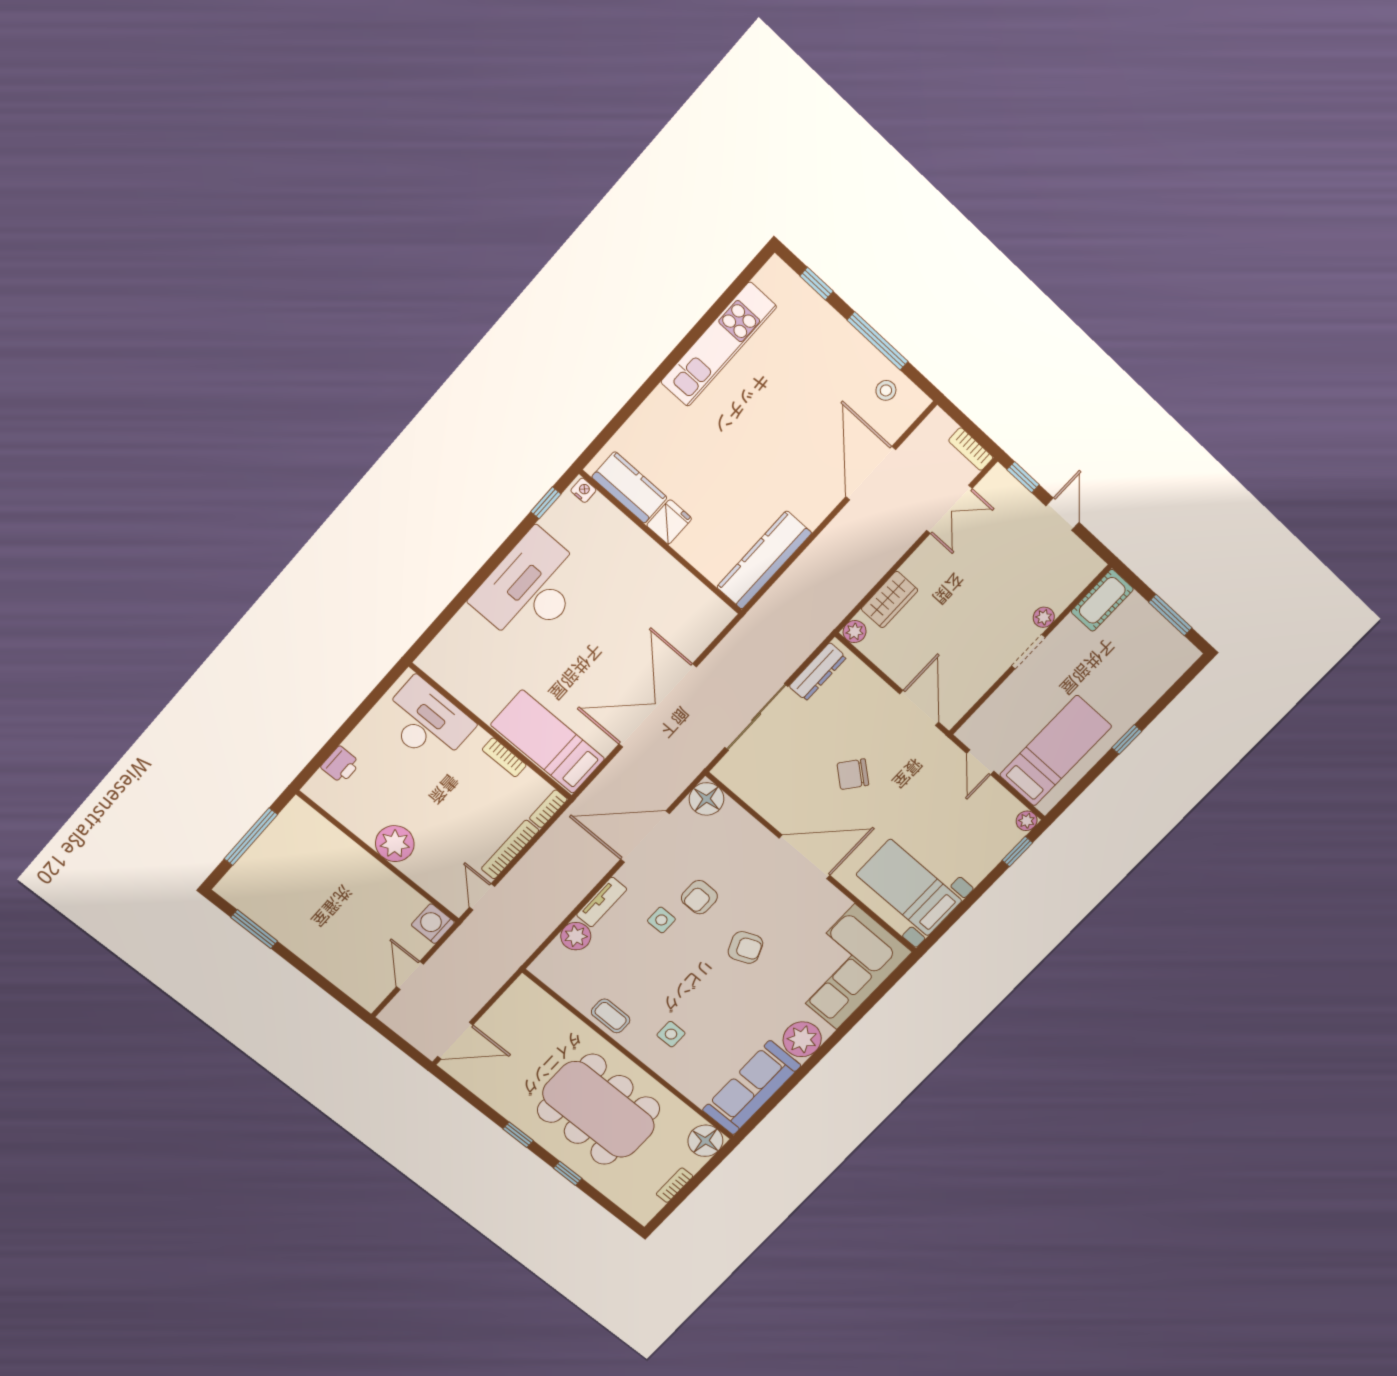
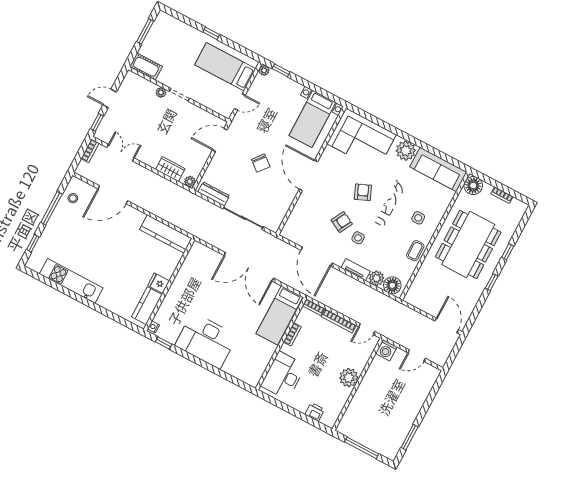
floor lamp: (707, 799) -> (392, 285), moved
armchair: (699, 897) -> (342, 222), turned -62

